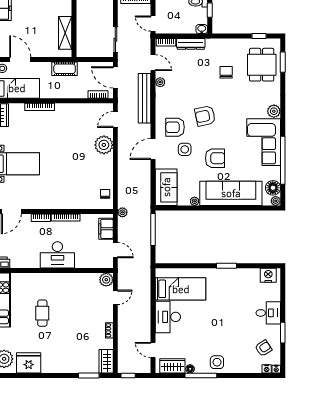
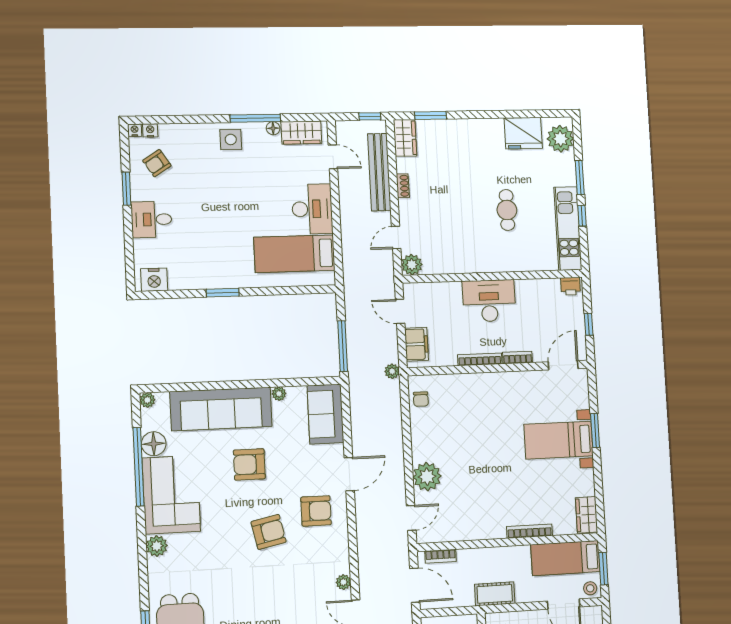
chair: (226, 72) -> (238, 605), removed
bench: (145, 98) -> (379, 172), moved
side table: (185, 149) -> (299, 476), removed
floor lamp: (273, 188) -> (154, 444), moved

